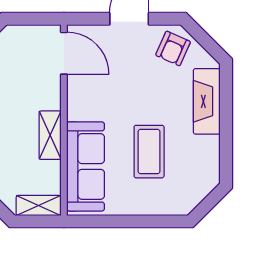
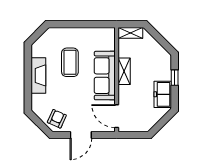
fireplace: (207, 101) -> (38, 75), moved
sofa: (86, 166) -> (105, 76), moved

